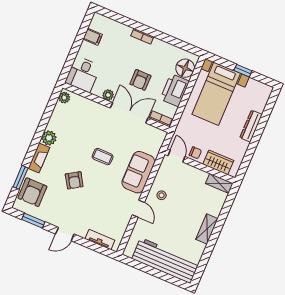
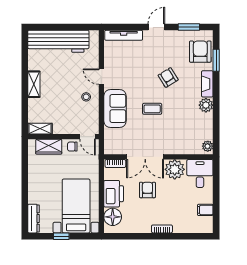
plant: (108, 95) -> (175, 169), width x1.88, depth x1.88
dresser: (251, 126) -> (34, 219), moved
tv unit: (100, 240) -> (124, 35), width x1.41

